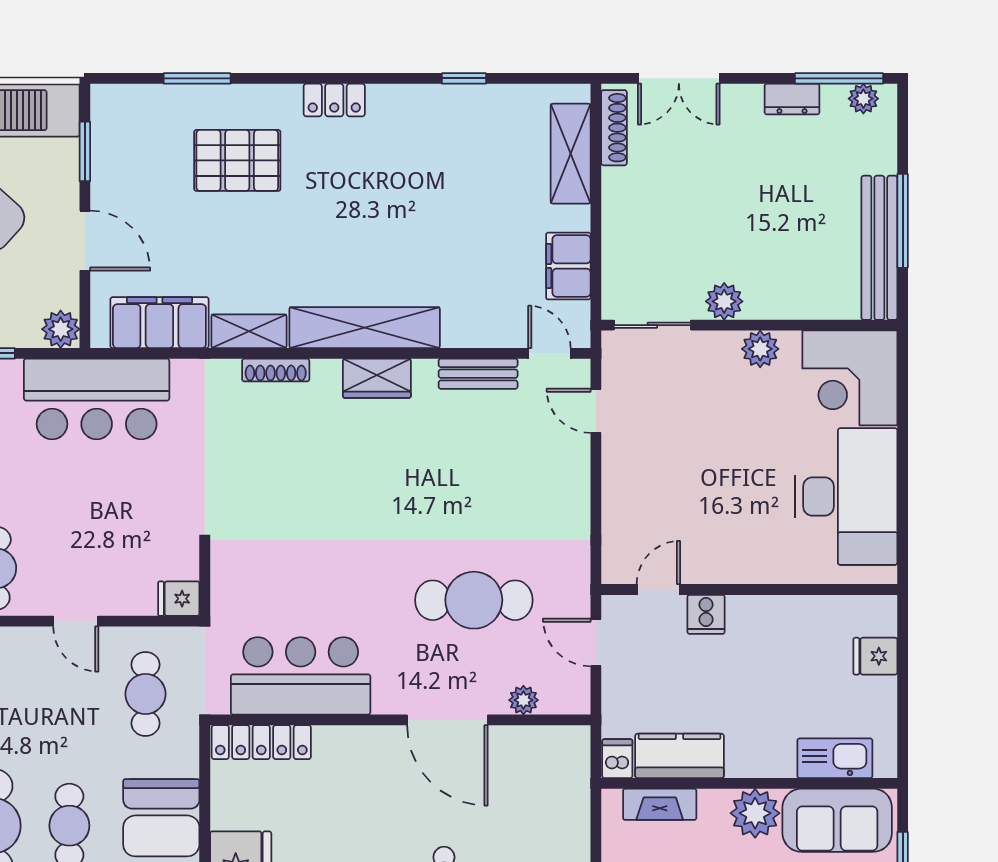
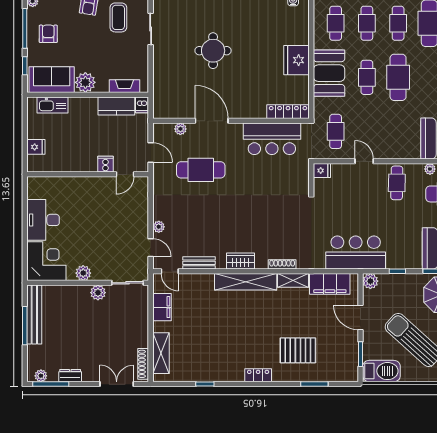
plant: (576, 462) -> (159, 227), added
desk: (846, 497) -> (43, 220), width x0.73, depth x0.77

